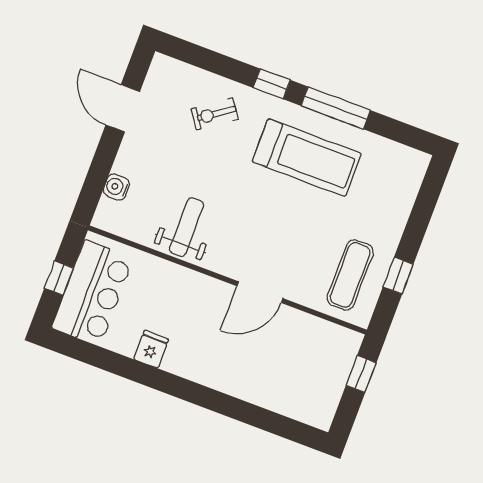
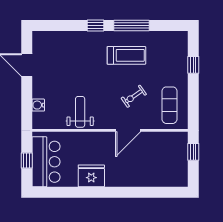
exercise bike: (215, 114) -> (134, 96), moved
treadmill: (307, 158) -> (126, 55), width x0.73, depth x0.73
window: (398, 276) -> (193, 65), moved
fridge: (151, 349) -> (91, 176), width x1.88, depth x1.34

